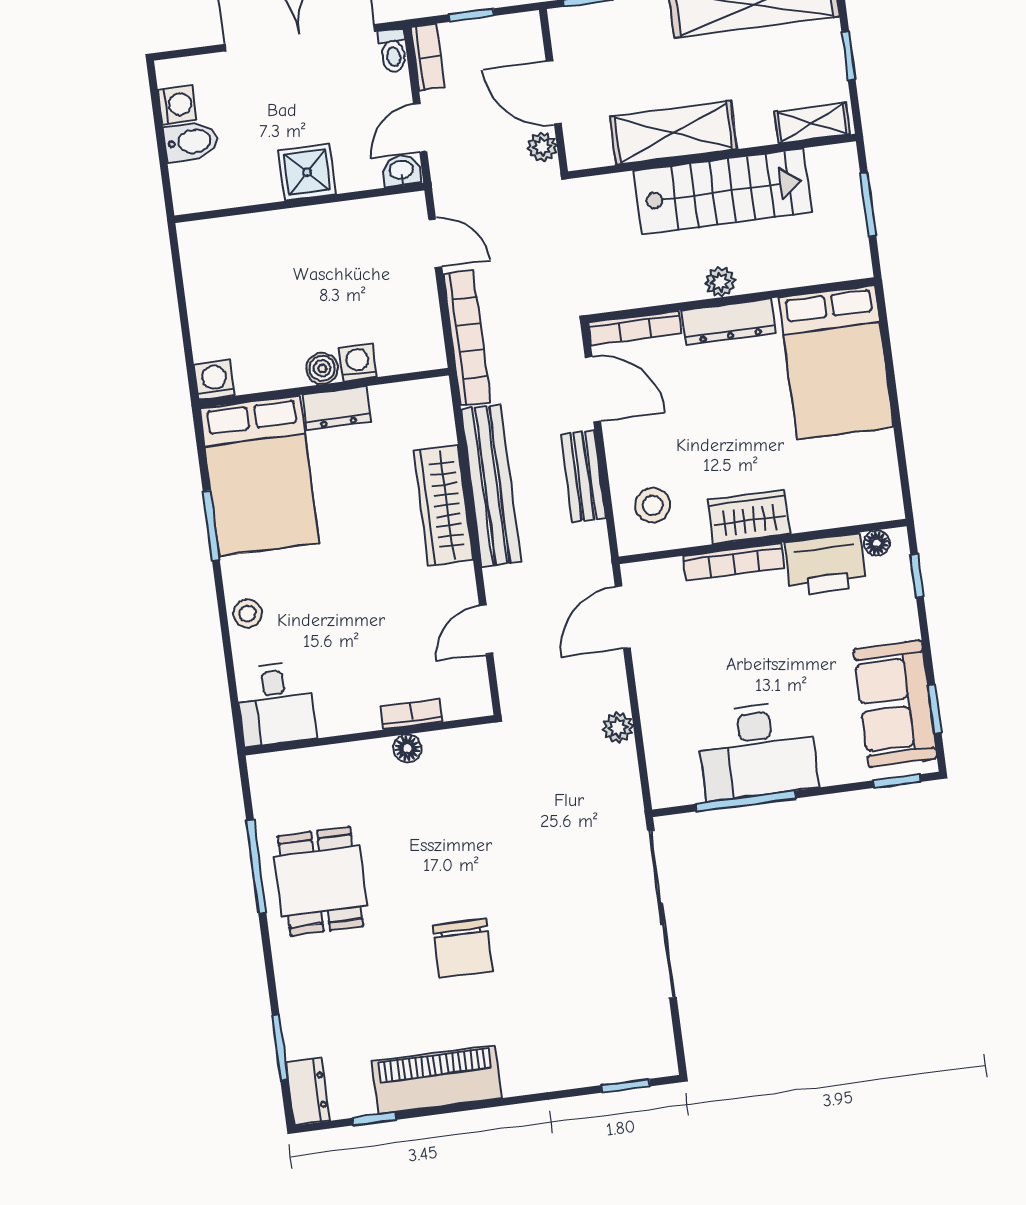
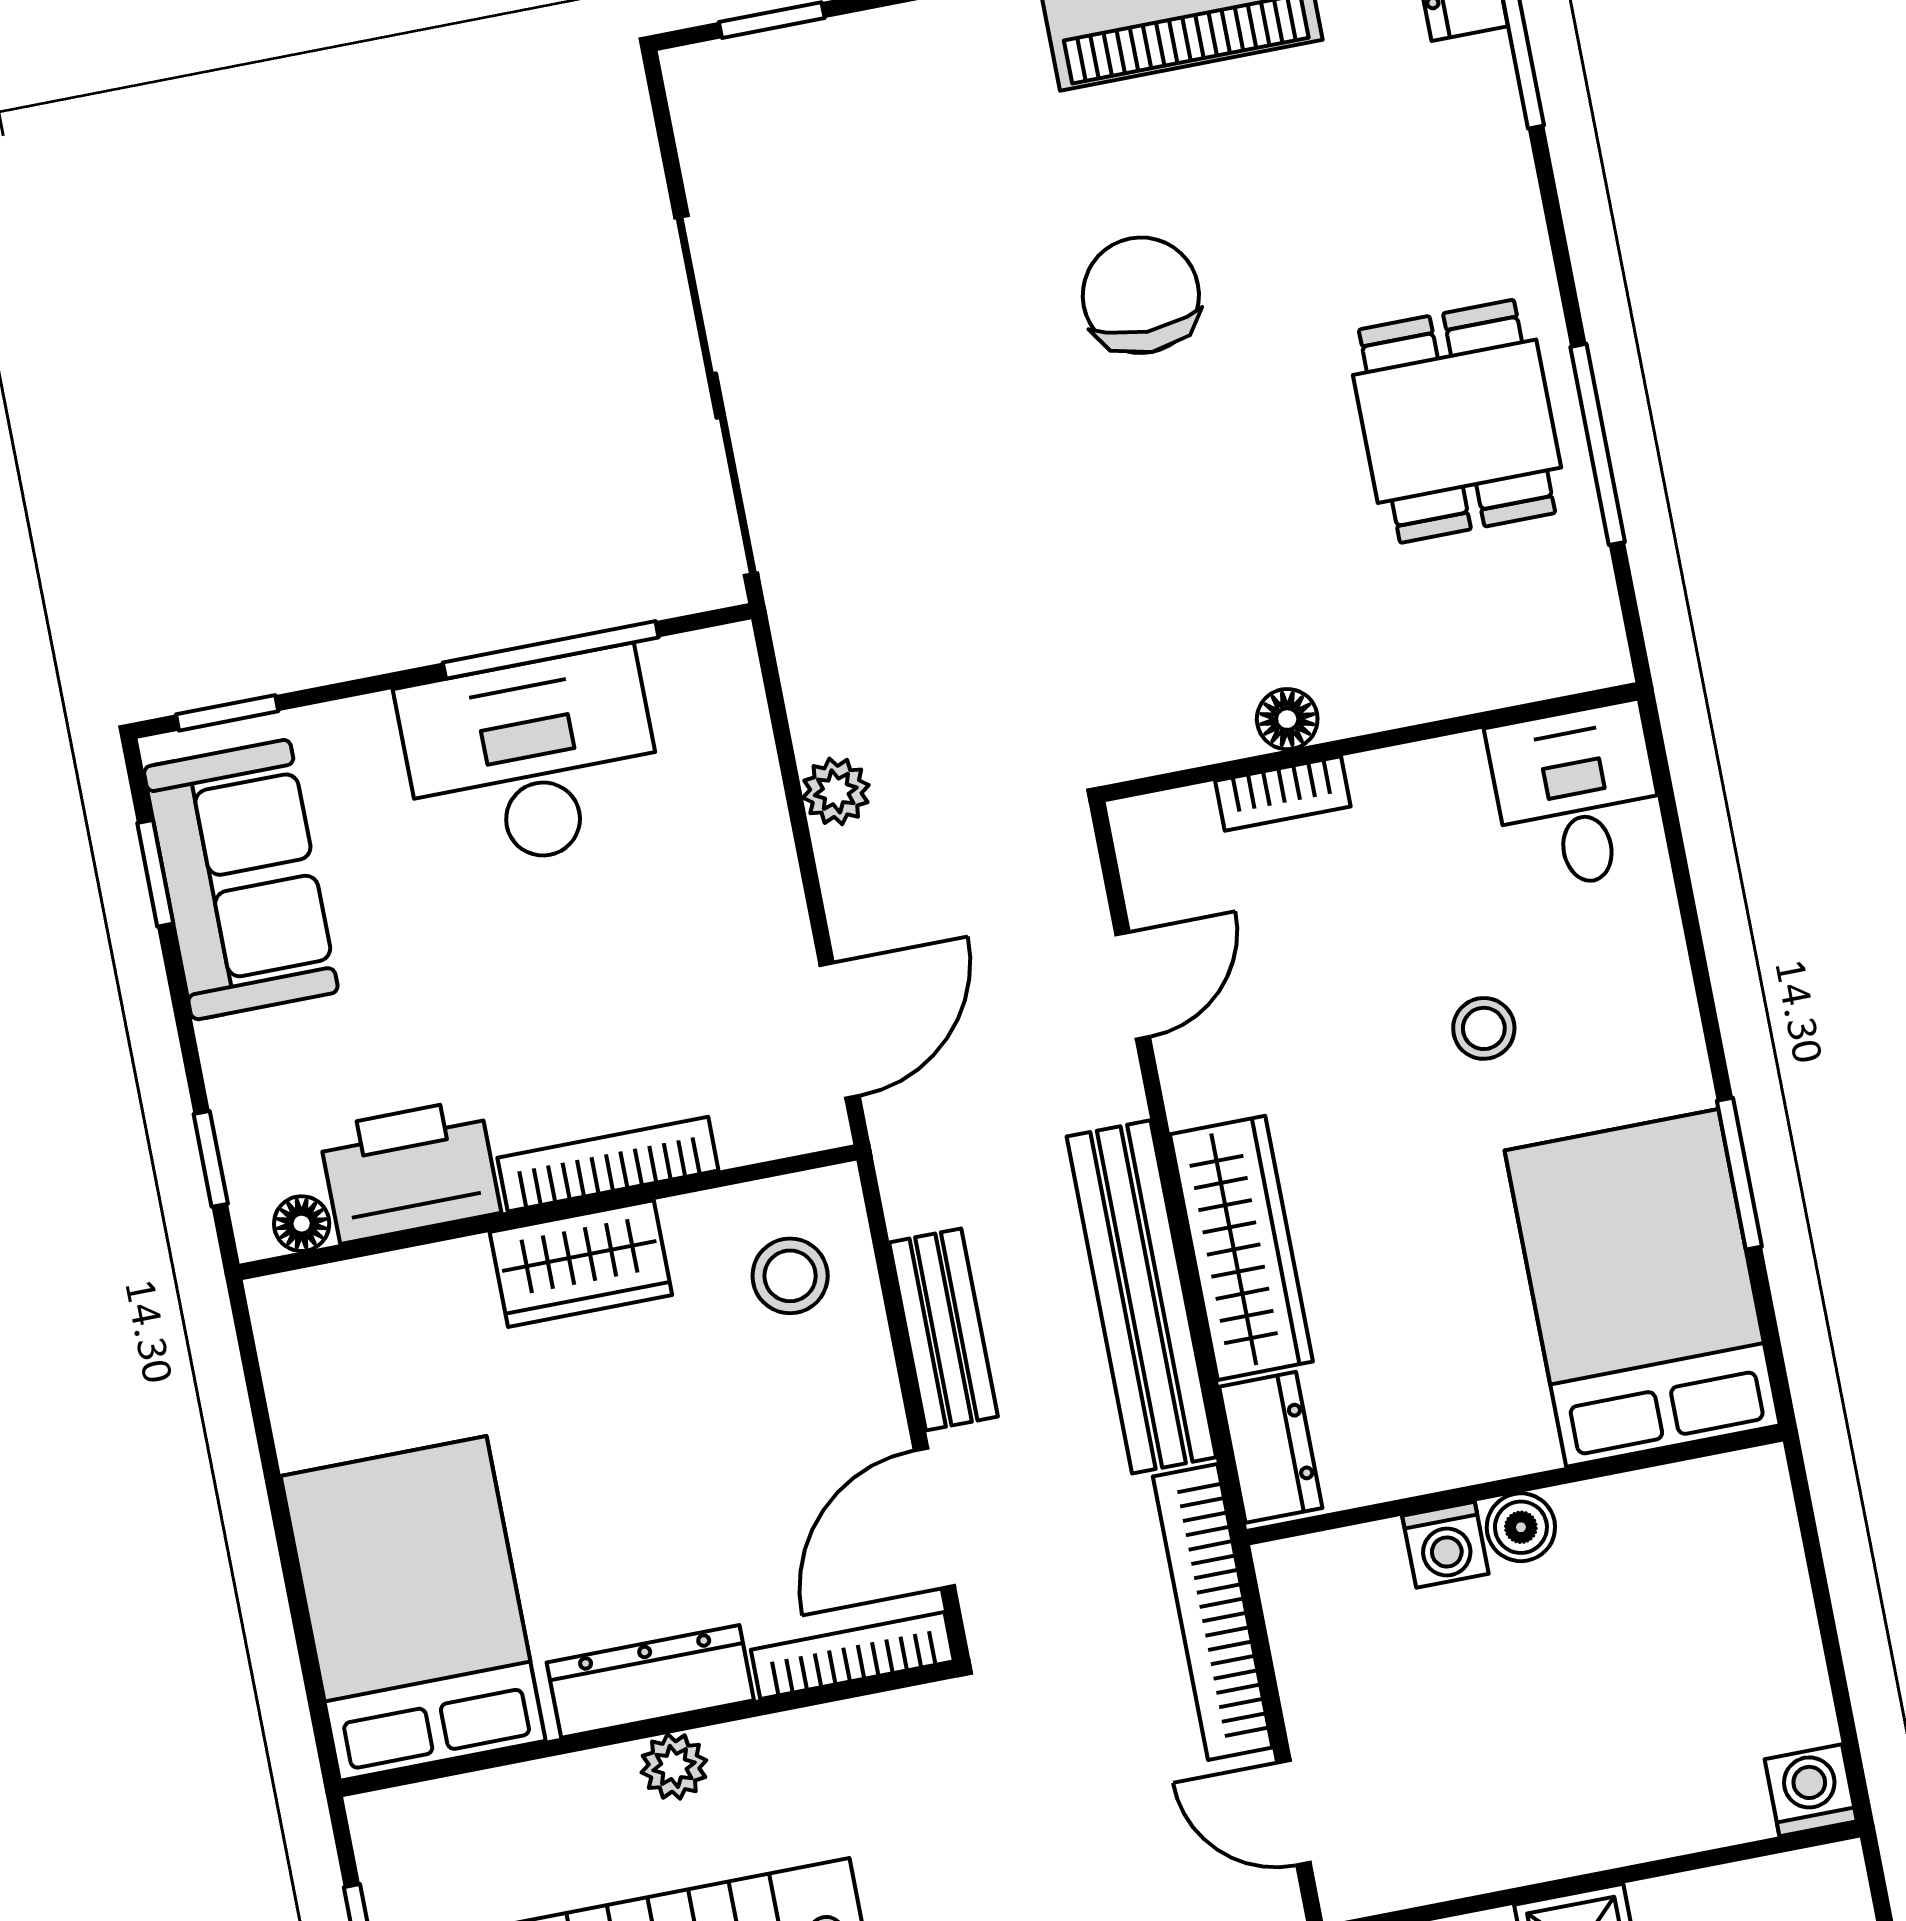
washing machine: (214, 380) -> (1811, 1790), moved, turned 180
door: (593, 389) -> (934, 1518), hinge flipped
dresser: (337, 408) -> (1271, 1447), moved, turned 90
stool: (247, 613) -> (1484, 1028), moved

